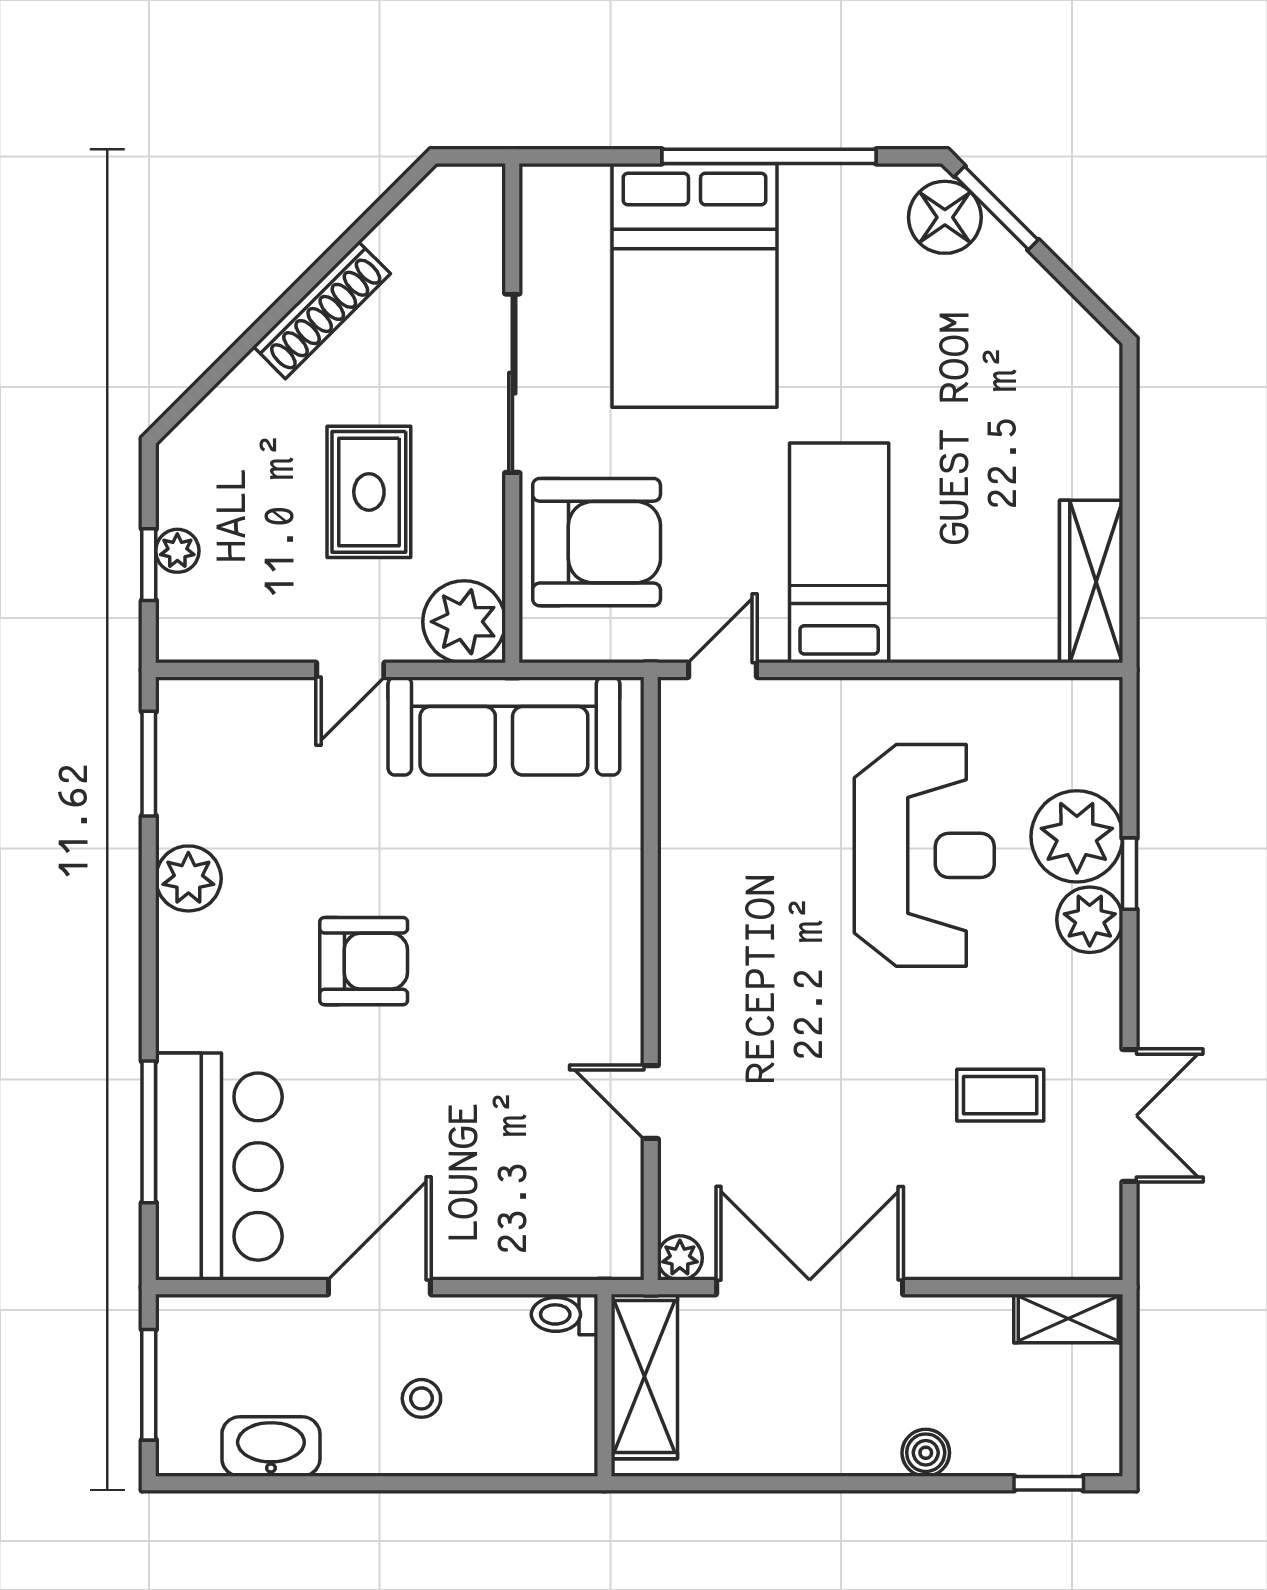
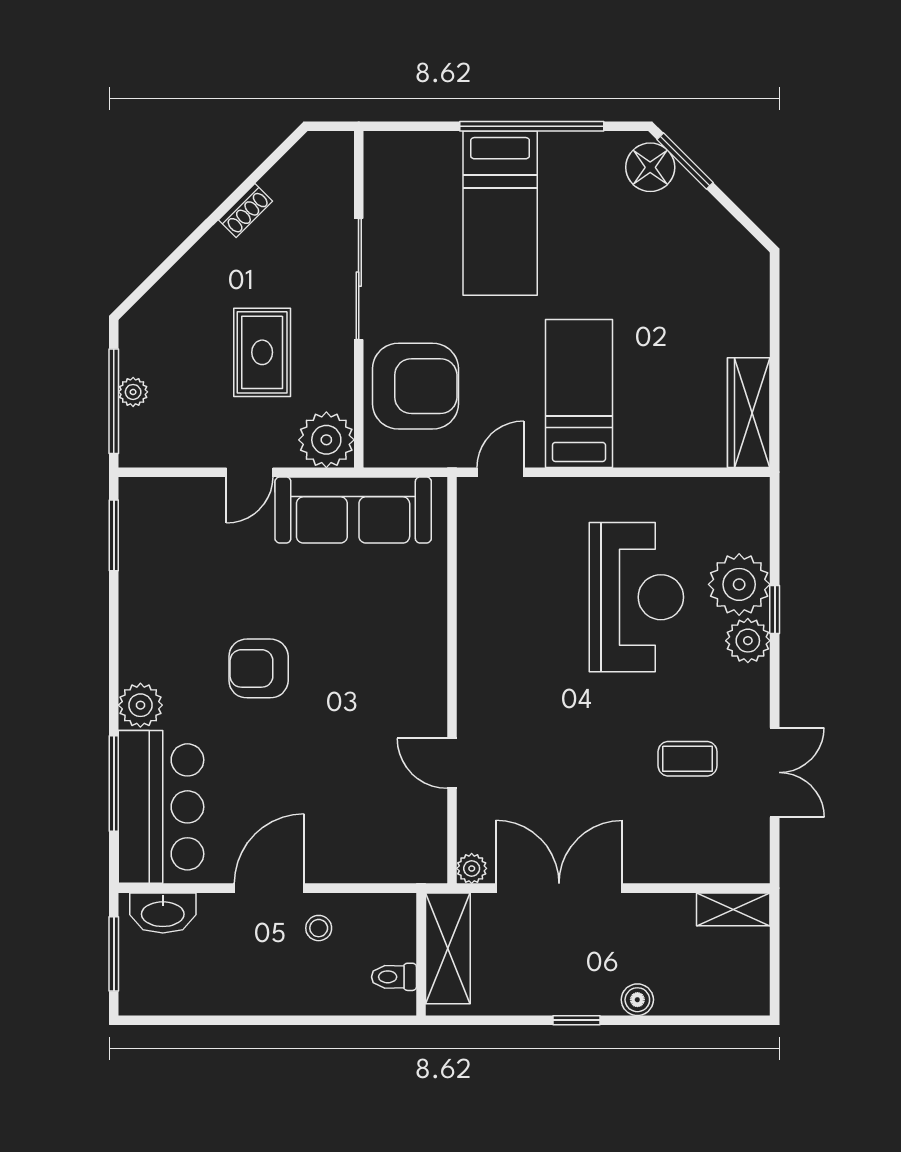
bed: (694, 285) -> (500, 213), width x0.67
shoe rack: (322, 310) -> (246, 210), width x0.51, depth x0.81
window: (149, 565) -> (114, 401), width x2.17
plant: (188, 878) -> (140, 705), moved
armchair: (364, 961) -> (259, 668), turned 180
toilet: (564, 1314) -> (394, 977), moved
stool: (421, 1398) -> (319, 928), moved
washbasin: (271, 1446) -> (163, 913), moved, turned 180
window: (1049, 1483) -> (576, 1020), moved

